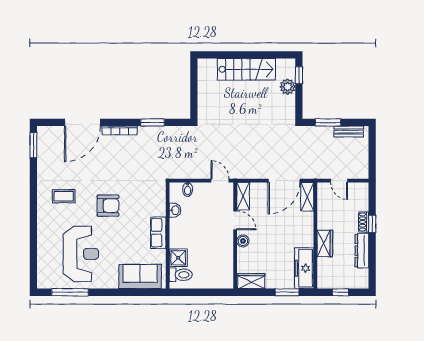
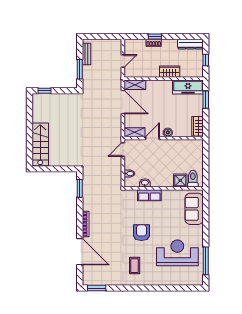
stairs: (246, 69) -> (40, 144), moved
plant: (288, 87) -> (53, 99), removed
window: (152, 122) -> (80, 188), moved
row of seats: (158, 233) -> (149, 195), moved
dresser: (362, 251) -> (190, 44), moved

